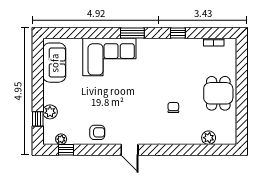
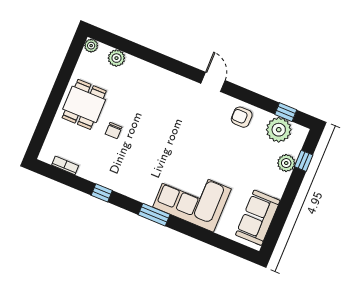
chair: (173, 107) -> (114, 131), moved
plant: (61, 139) -> (279, 130), width x1.88, depth x1.88
plant: (231, 139) -> (91, 46), added

